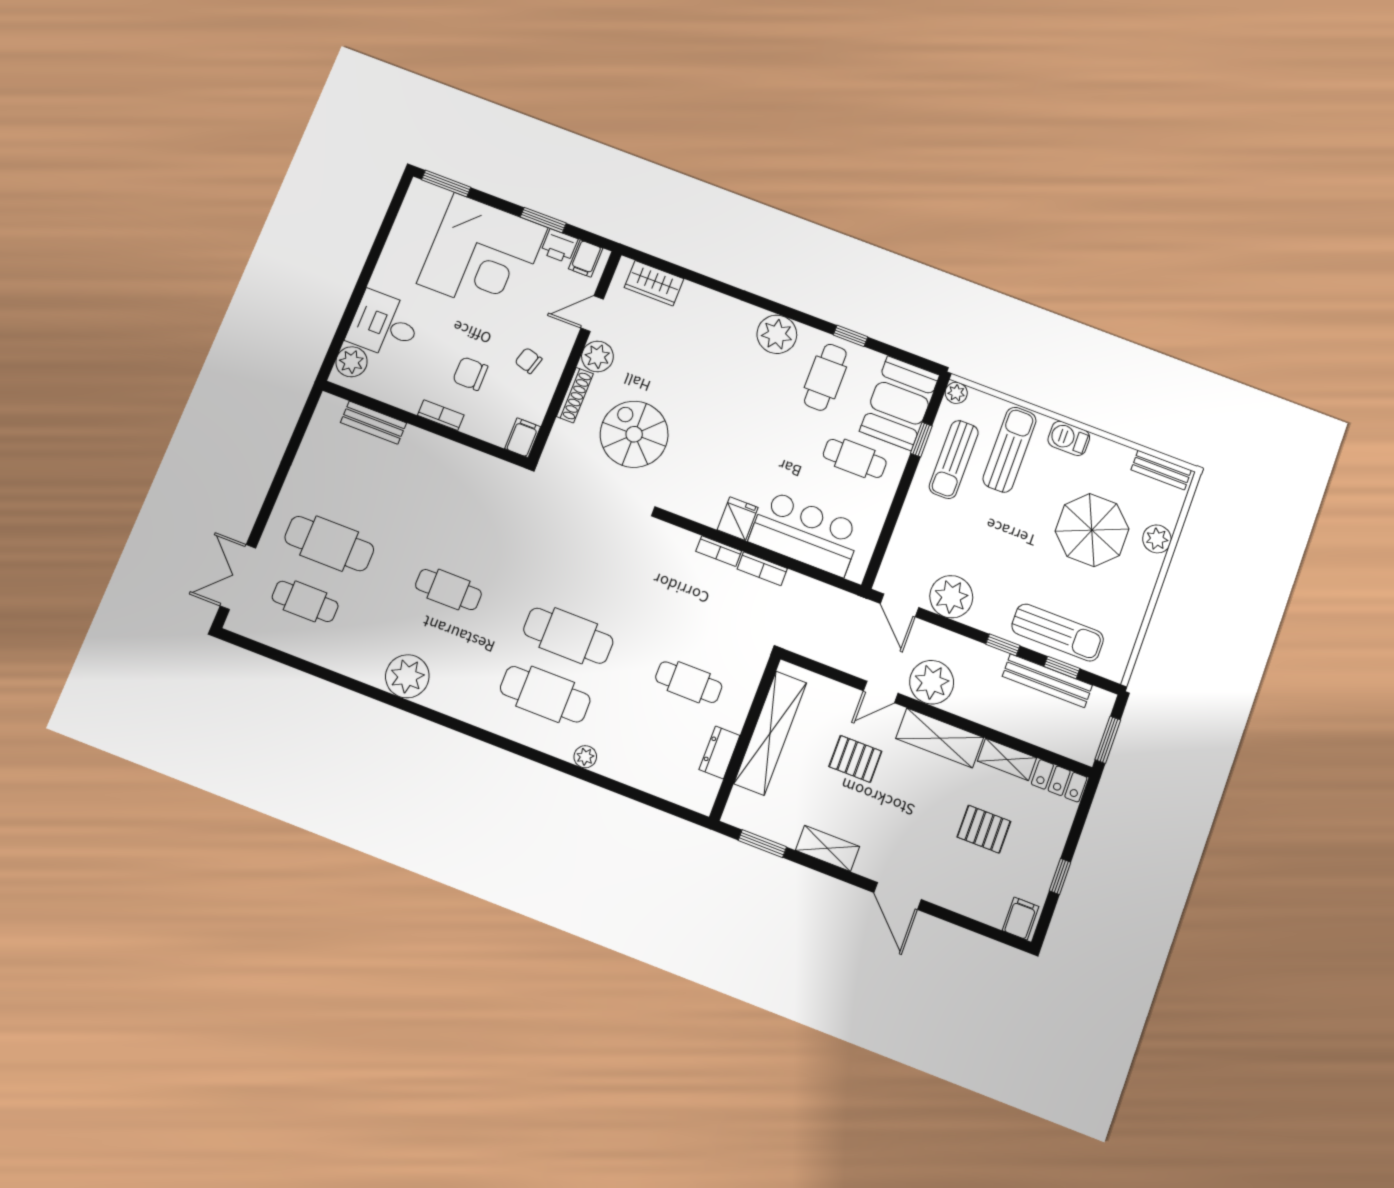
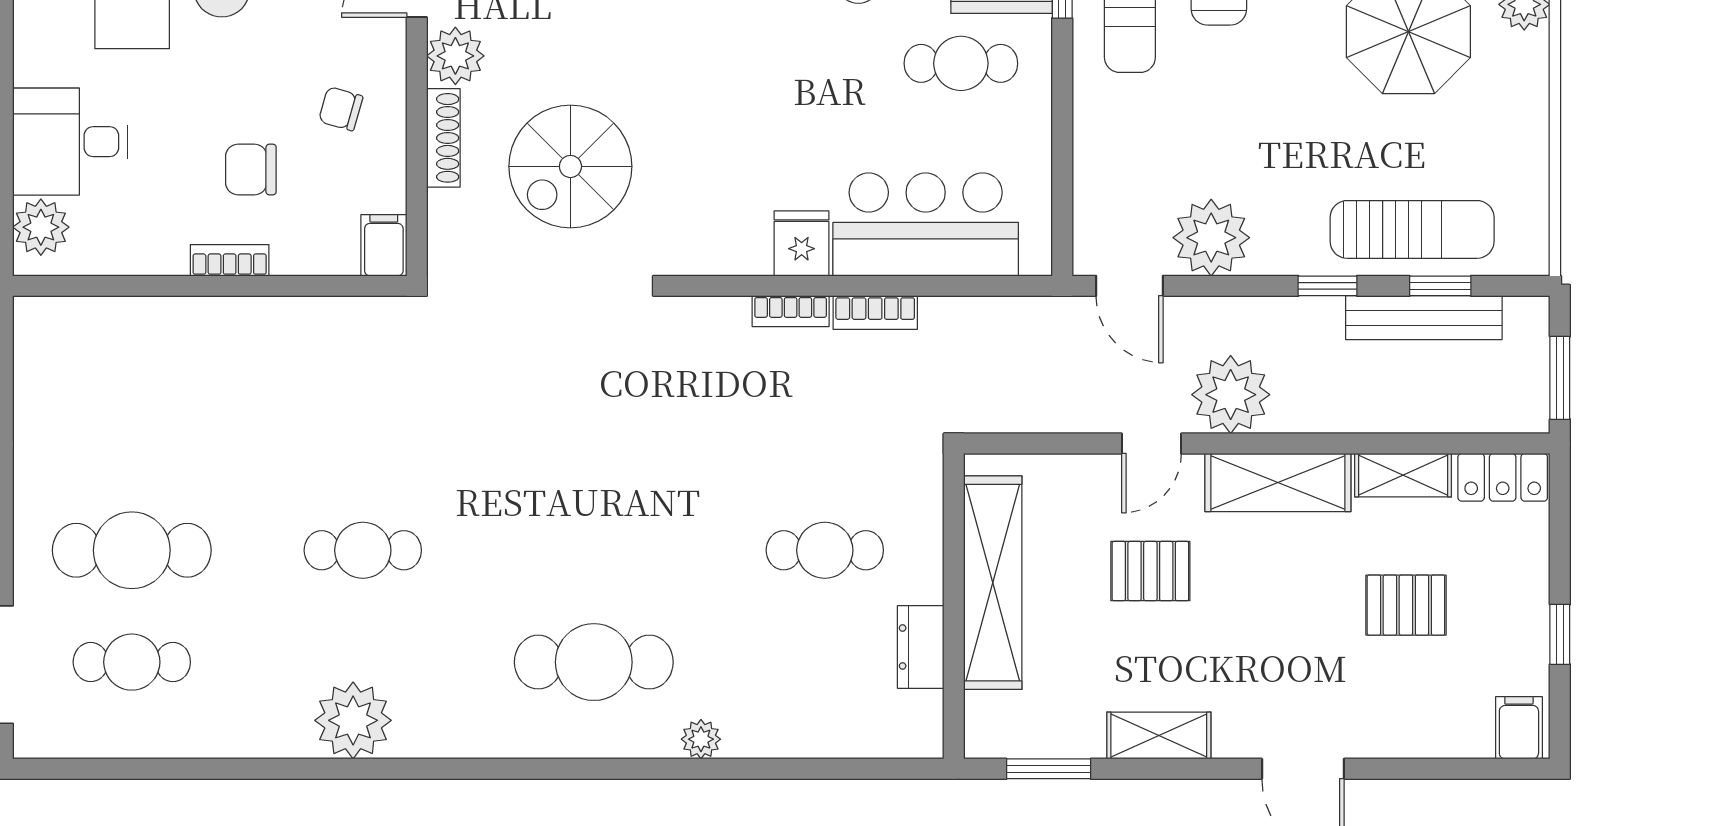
bench: (373, 423) -> (121, 317), removed
spiral stairs: (634, 434) -> (570, 166), turned -90
cafe table: (568, 636) -> (594, 550), removed

